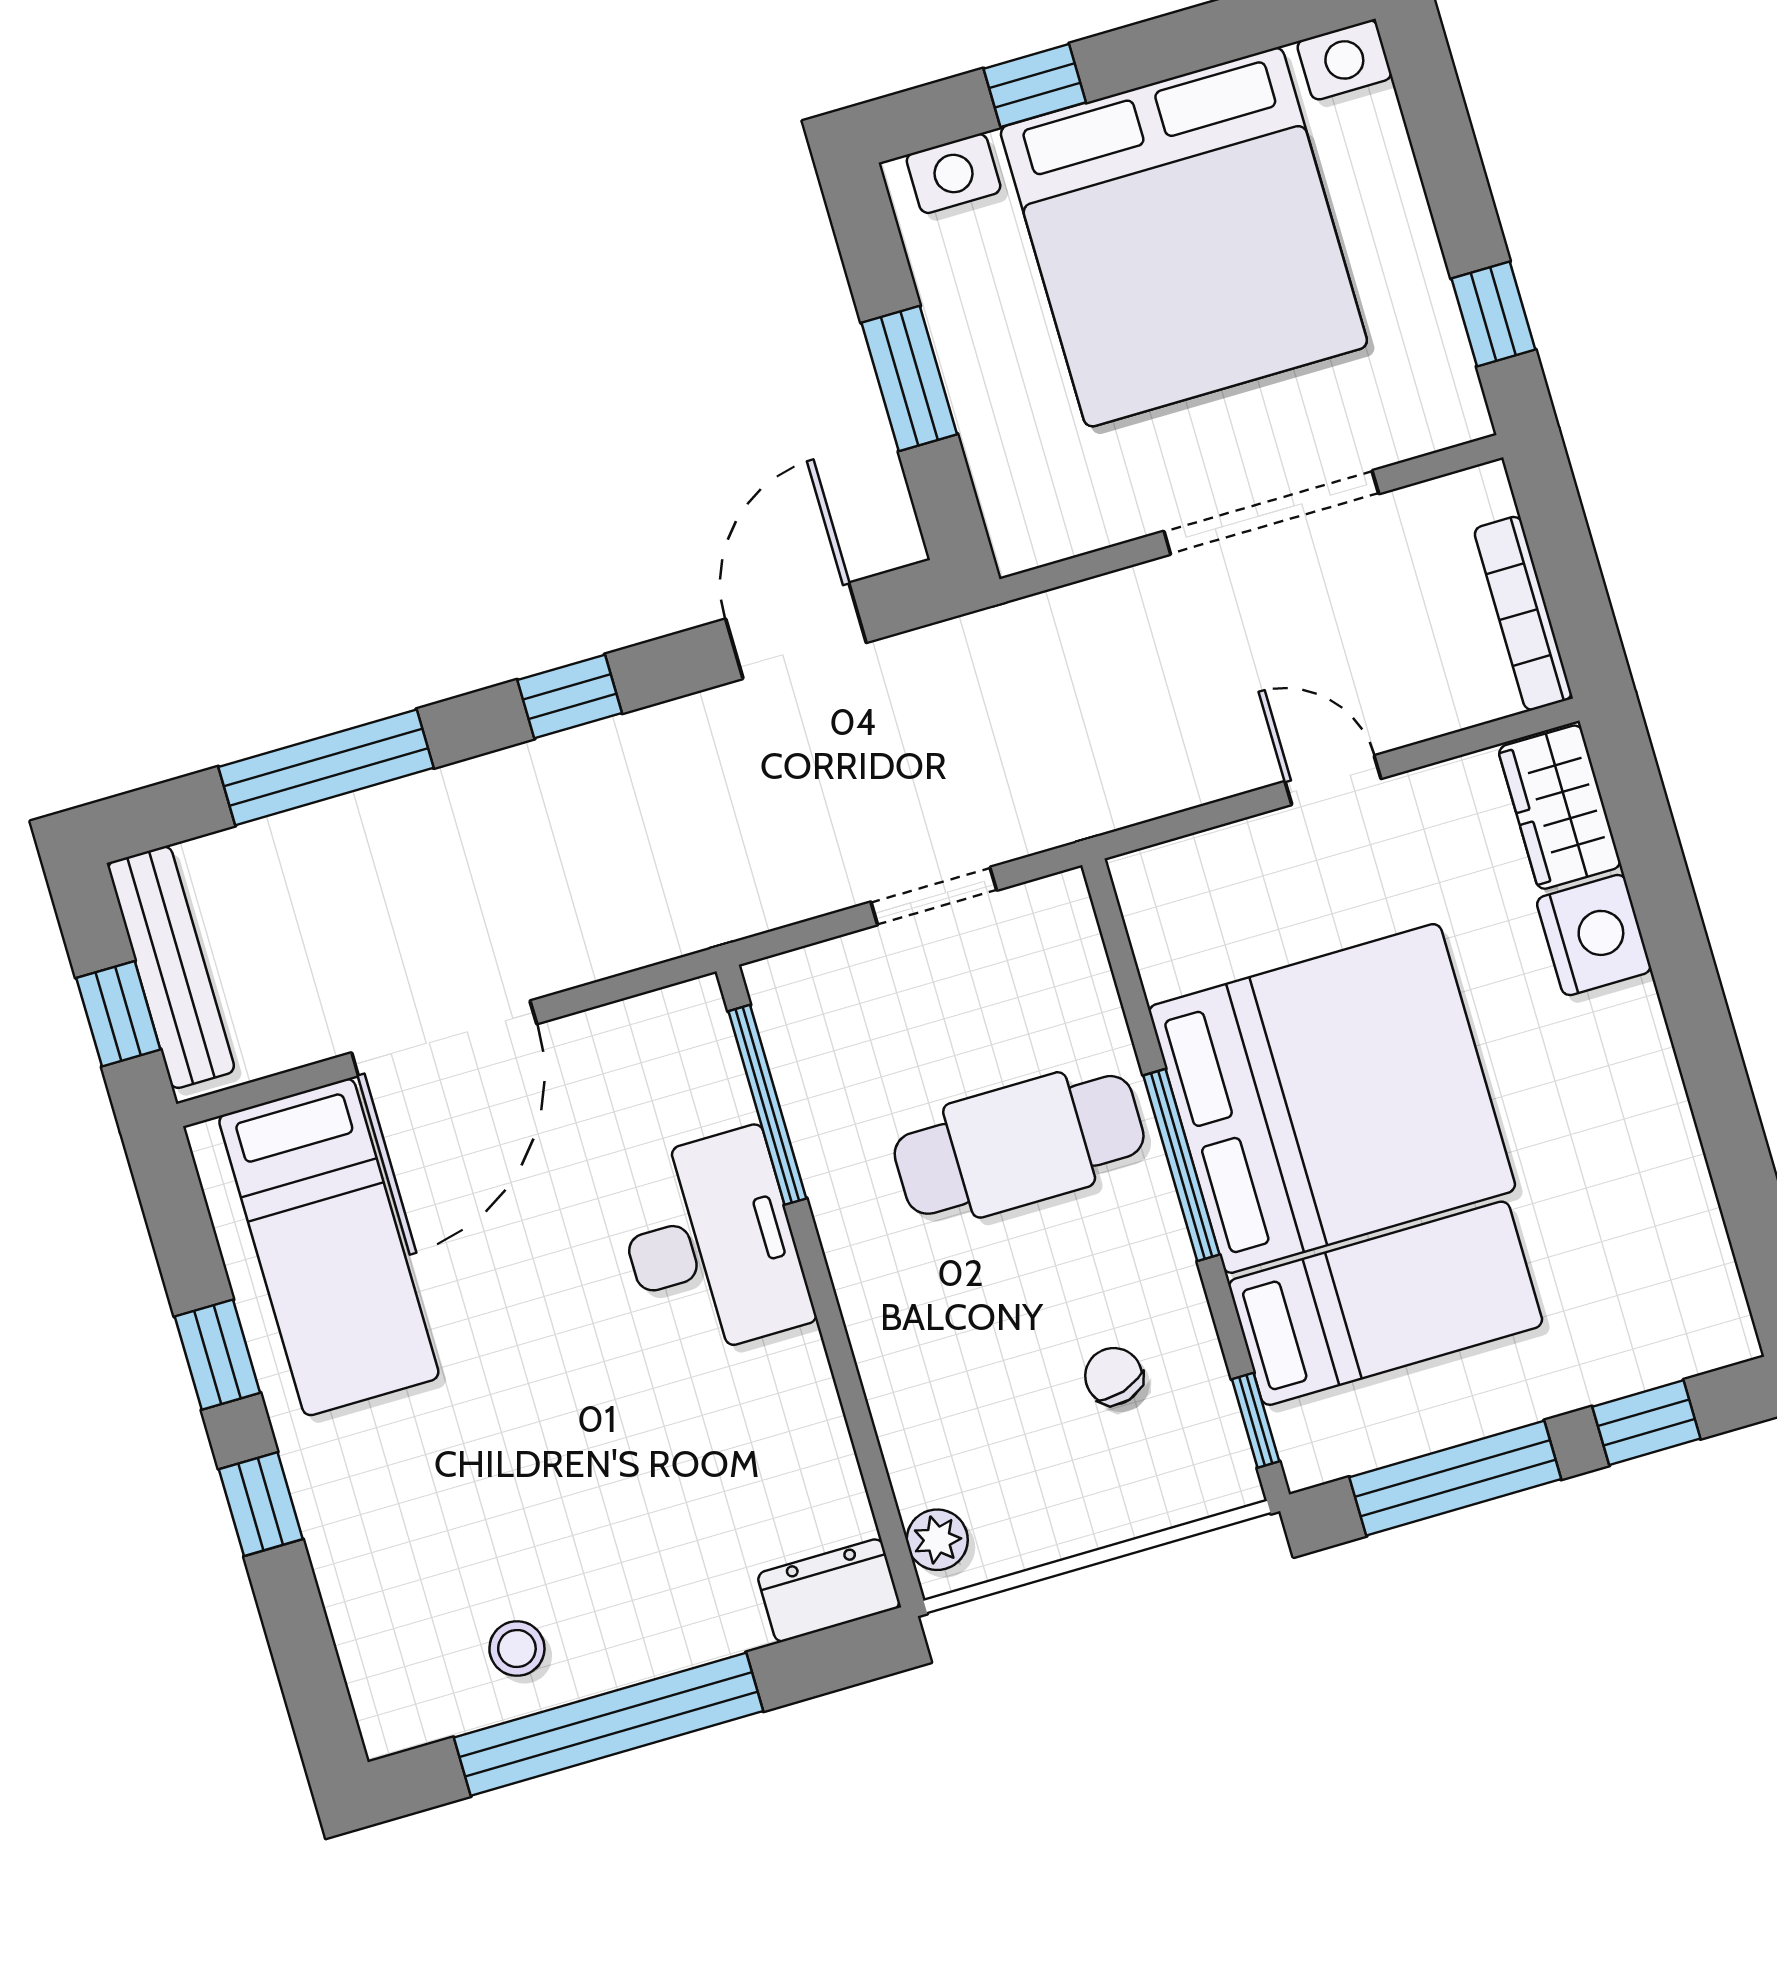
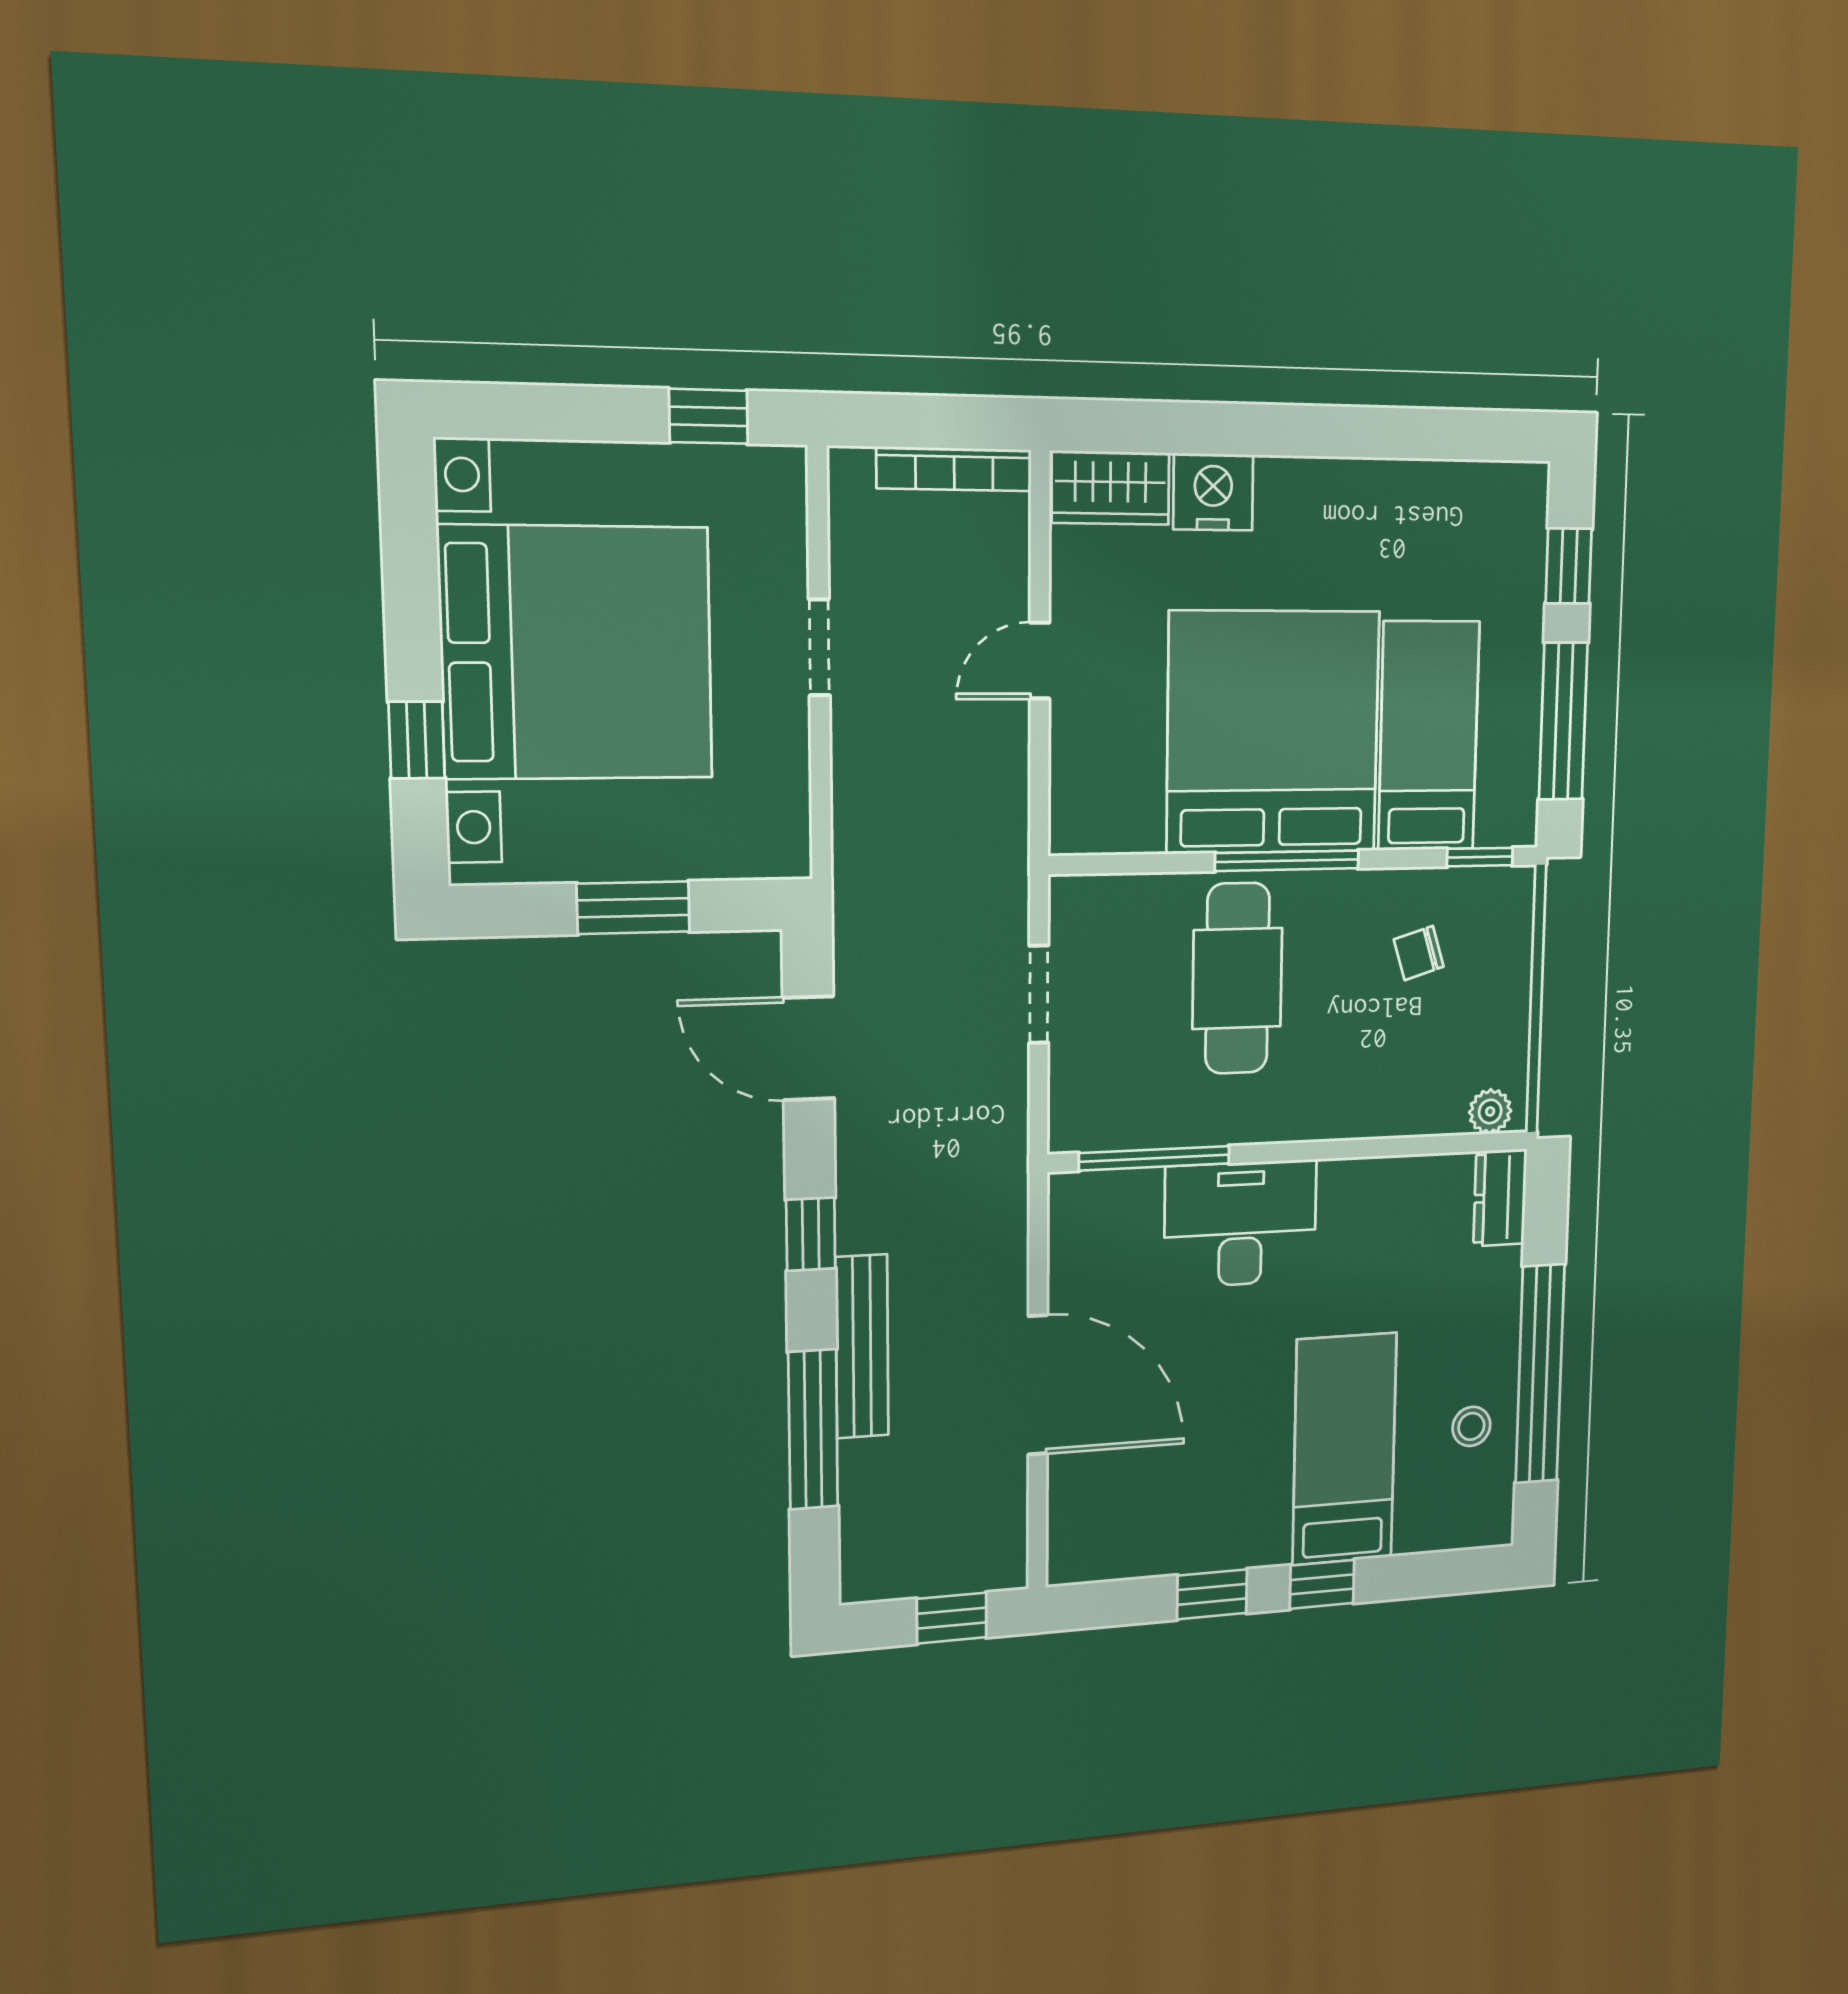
doorway: (1271, 512) -> (819, 647), width x0.53
bench: (171, 967) -> (862, 1346), moved, turned 90
bed: (329, 1247) -> (1344, 1449), moved, turned -90

